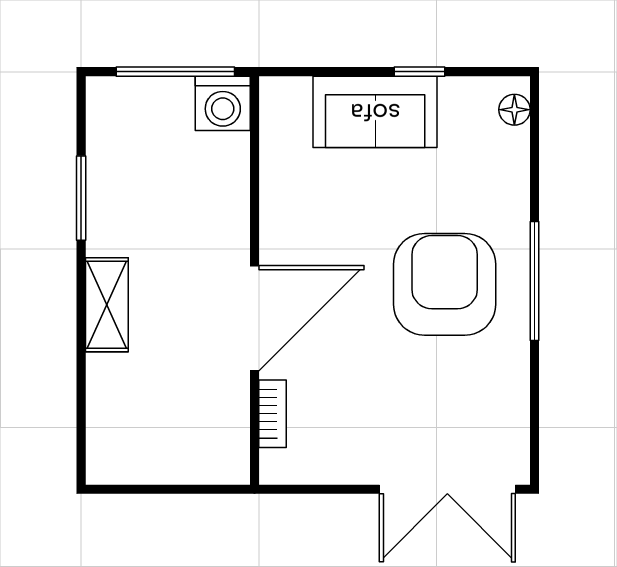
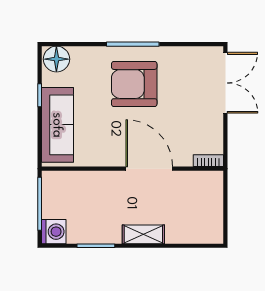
washing machine: (223, 103) -> (54, 232), moved
floor lamp: (514, 110) -> (56, 59), width x1.89, depth x1.89
sofa: (375, 112) -> (57, 125), width x1.36
bookcase: (272, 414) -> (208, 161), moved

